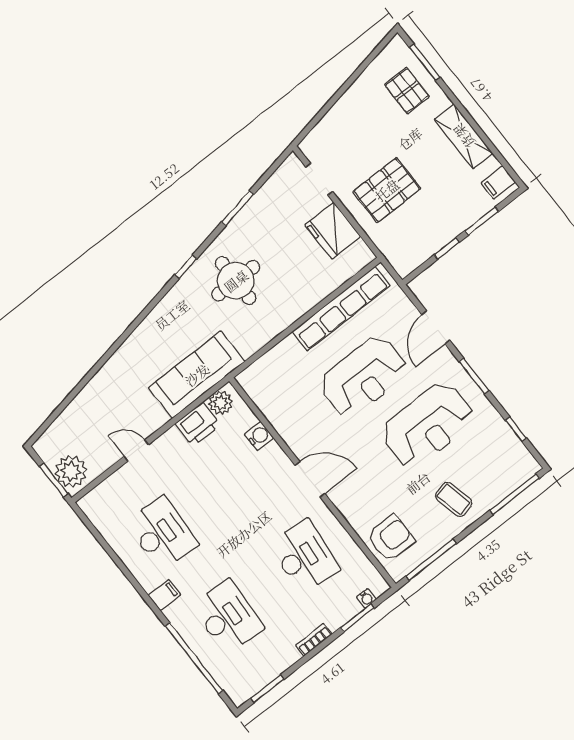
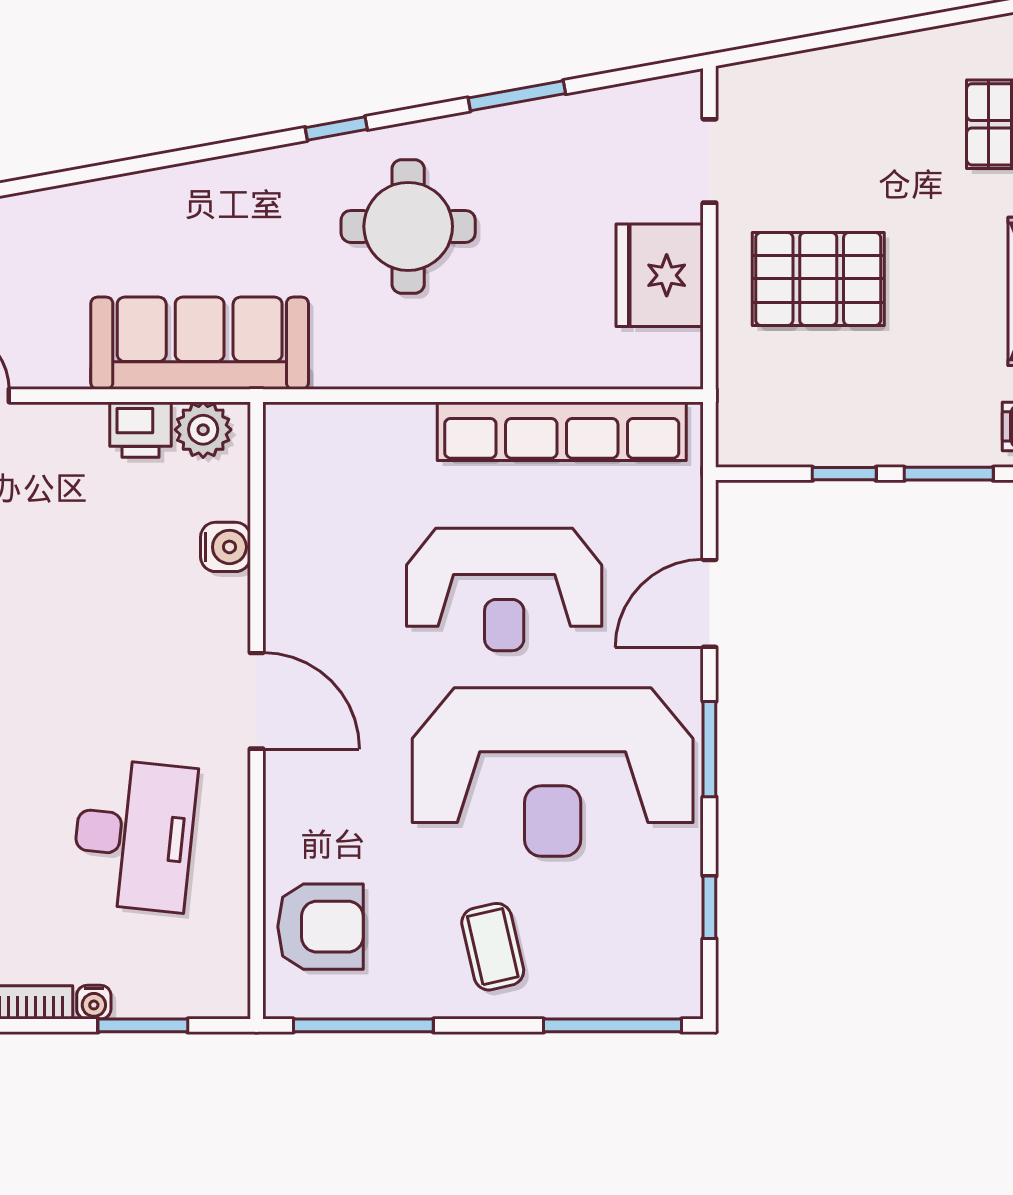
printer: (198, 424) -> (140, 430), width x0.73, depth x0.81
reception desk: (428, 425) -> (553, 772), width x1.36, depth x1.30
water cooler: (366, 598) -> (94, 1002), moved

